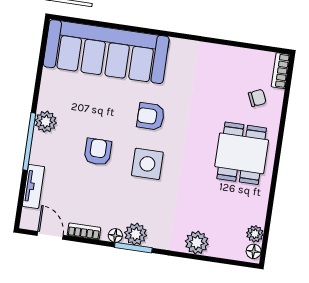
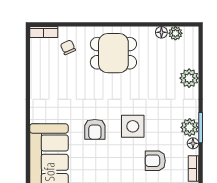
armchair: (98, 152) -> (155, 161), moved
floor lamp: (254, 251) -> (161, 32), moved

